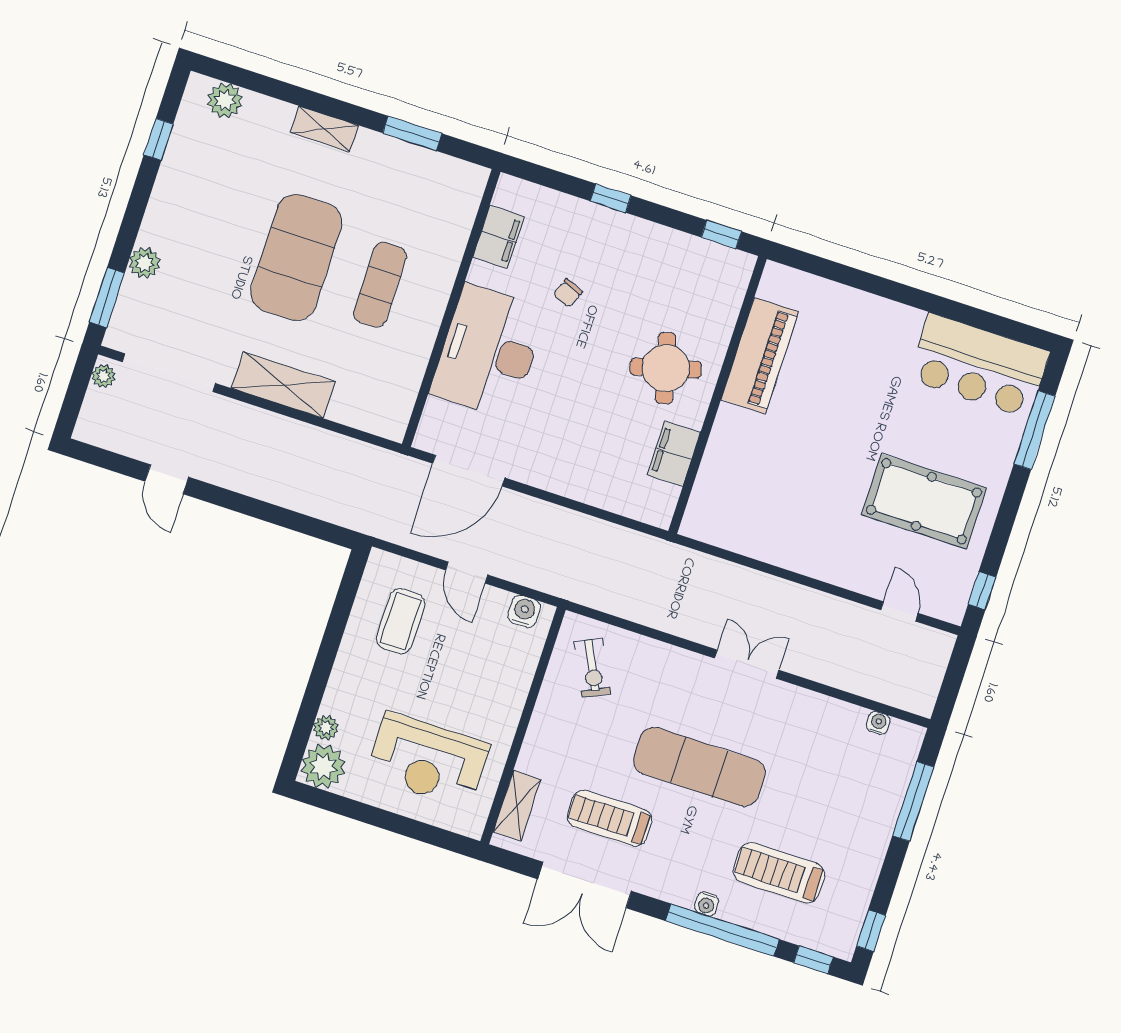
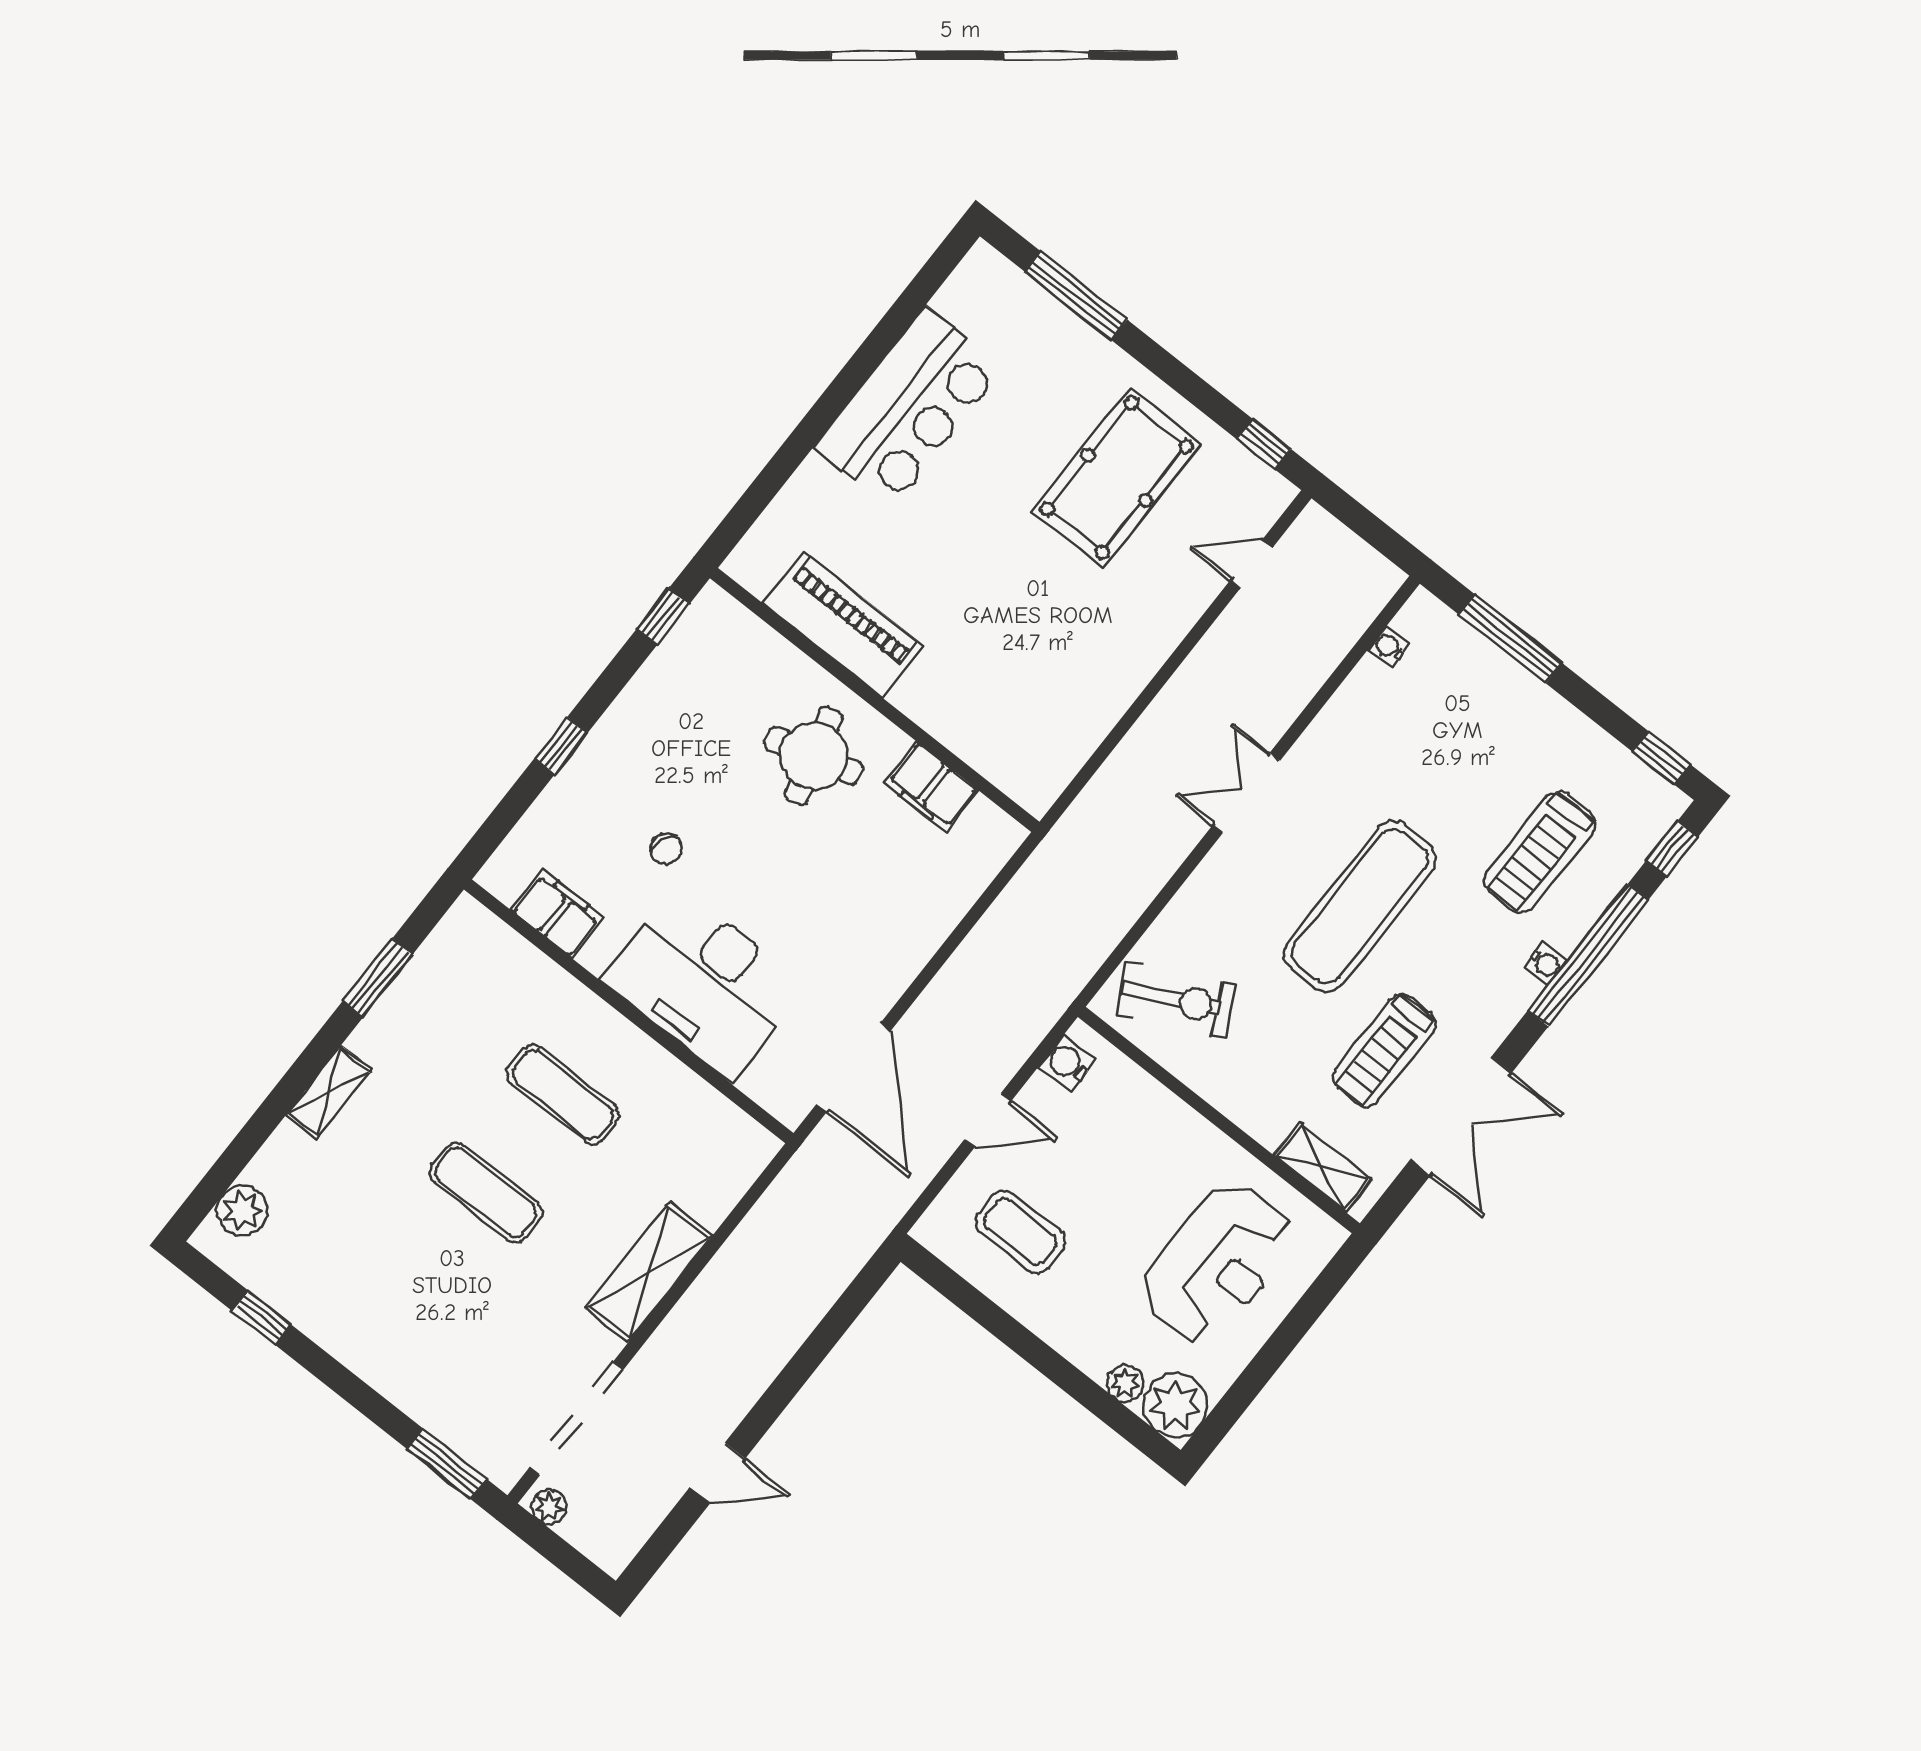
exercise mat: (296, 257) -> (486, 1192), width x0.50, depth x0.69
plant: (144, 263) -> (419, 1397), removed
bar counter: (979, 366) -> (909, 407), moved
exercise bike: (592, 668) -> (1176, 1000), width x1.38, depth x1.39

